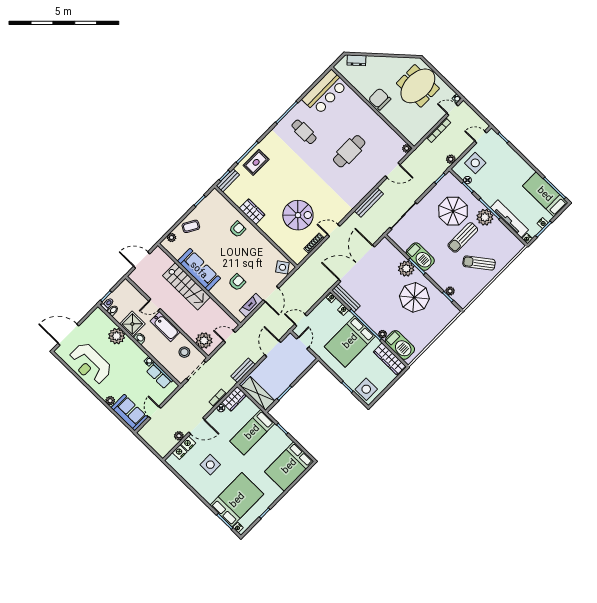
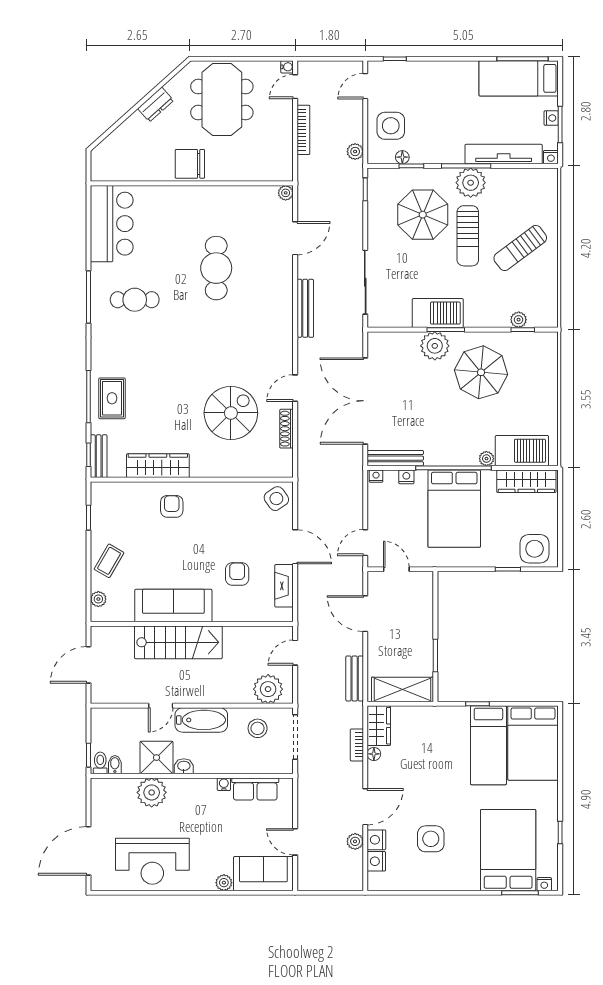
dresser: (356, 60) -> (156, 104), moved
wardrobe: (252, 212) -> (158, 466), width x1.50
bed: (252, 432) -> (488, 745), moved

